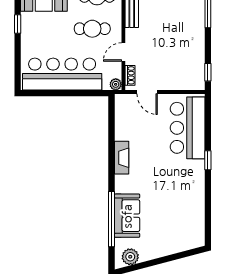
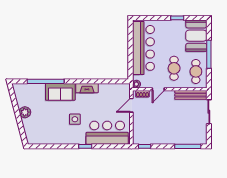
door: (123, 52) -> (158, 89), swing flipped
side table: (168, 176) -> (75, 119), added
sofa: (127, 216) -> (60, 92), moved
plant: (130, 257) -> (25, 112), moved

